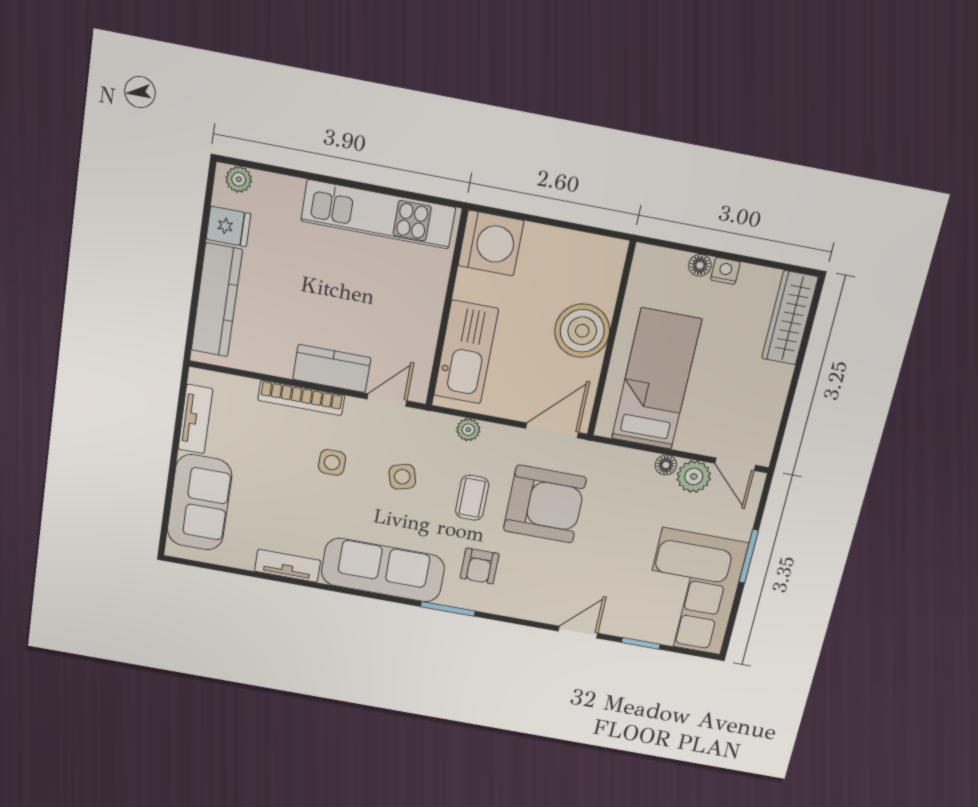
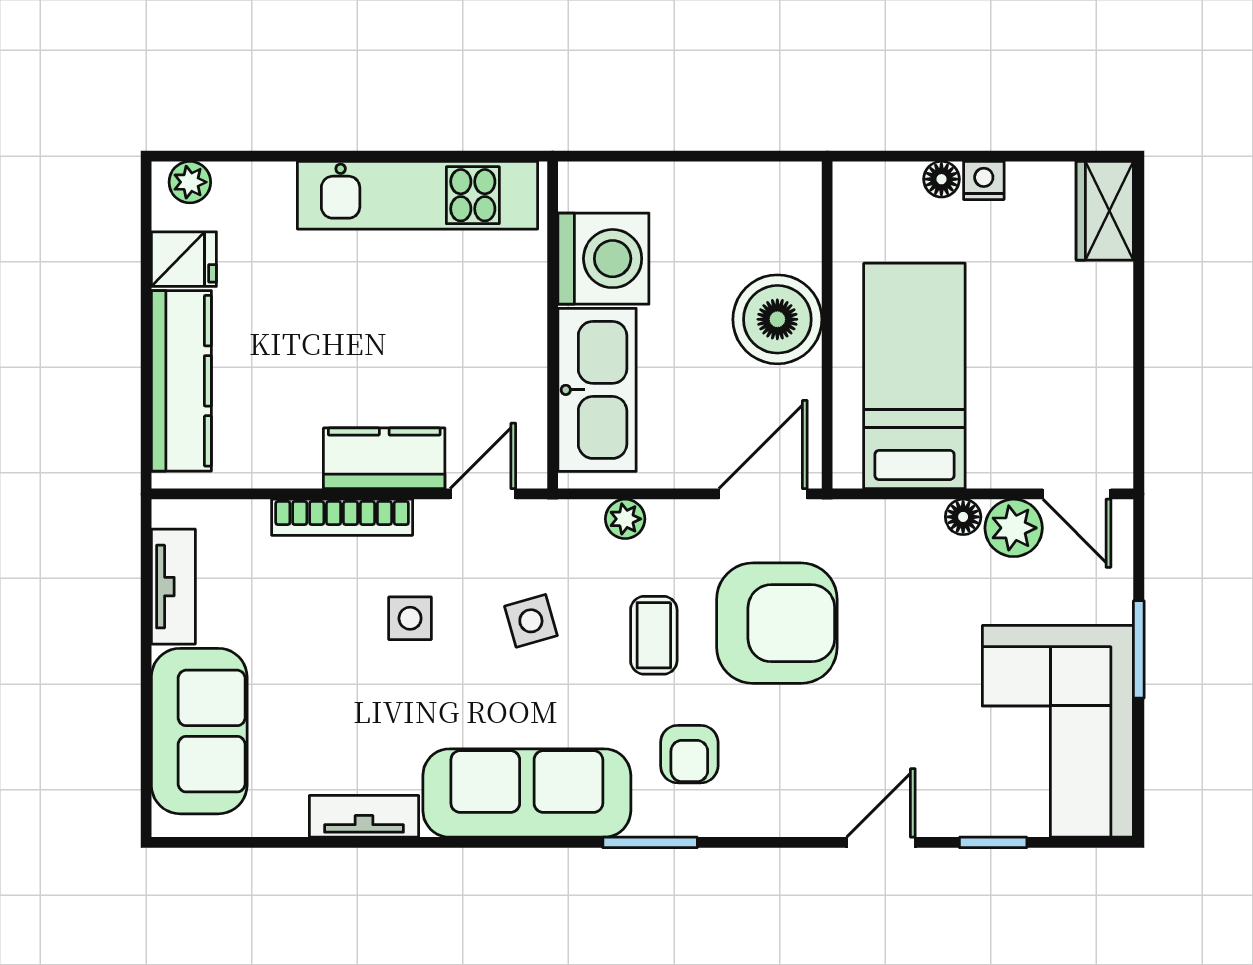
washing machine: (491, 243) -> (603, 259), moved
wardrobe: (790, 318) -> (1105, 211), width x0.67

